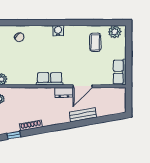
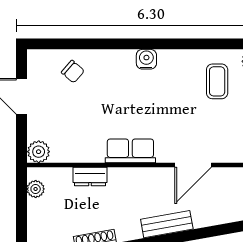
dresser: (64, 92) -> (90, 177), moved
bench: (83, 115) -> (167, 224), moved

